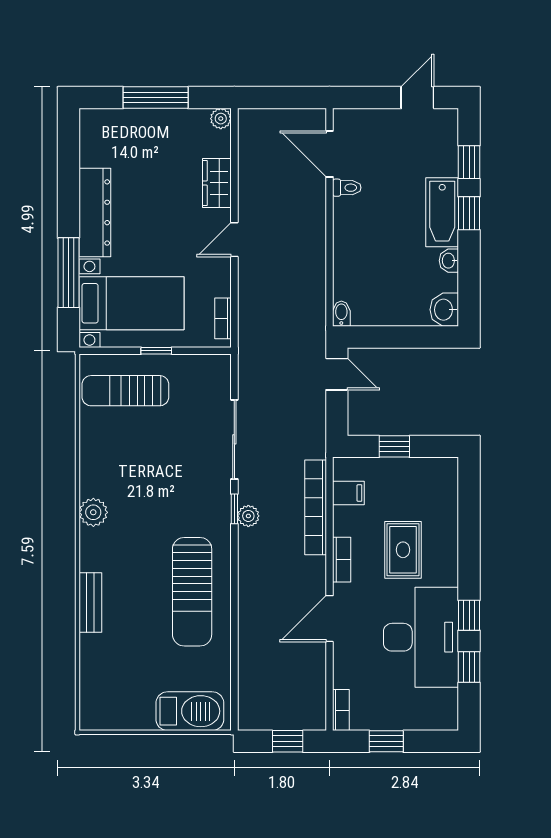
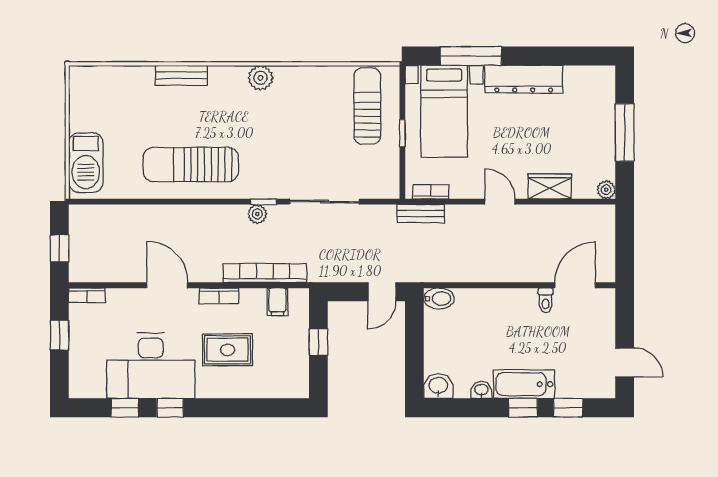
bidet: (341, 314) -> (439, 299), width x1.38, depth x1.36
bench: (248, 330) -> (421, 214), added

